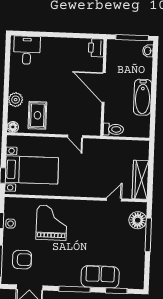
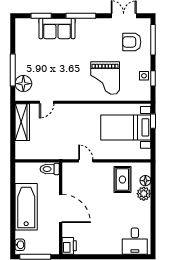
bathtub: (143, 97) -> (26, 207), width x1.36, depth x1.36
floor lamp: (13, 127) -> (145, 181), moved

